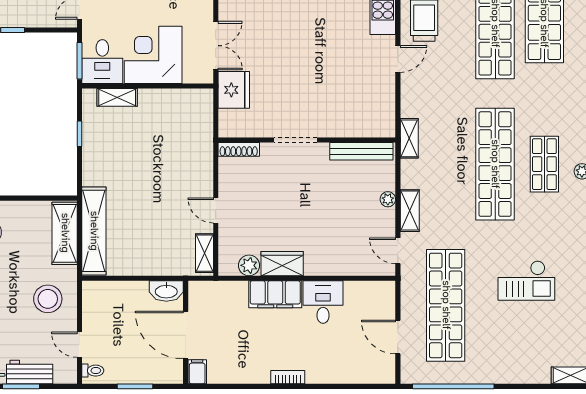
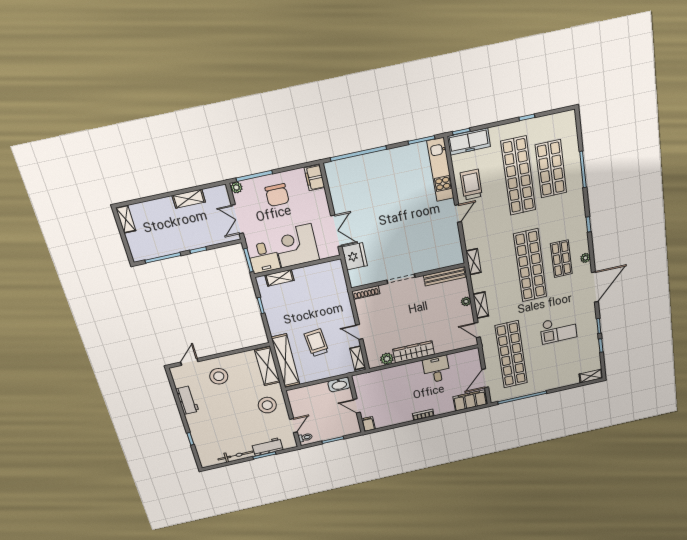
trolley: (147, 213) -> (316, 343), added
wardrobe: (282, 264) -> (414, 352), width x1.50
filing cabinet: (275, 294) -> (470, 400), moved, turned 180
door: (186, 335) -> (357, 406), width x0.53
door: (398, 337) -> (485, 378), hinge flipped
door: (79, 345) -> (294, 426), swing flipped

